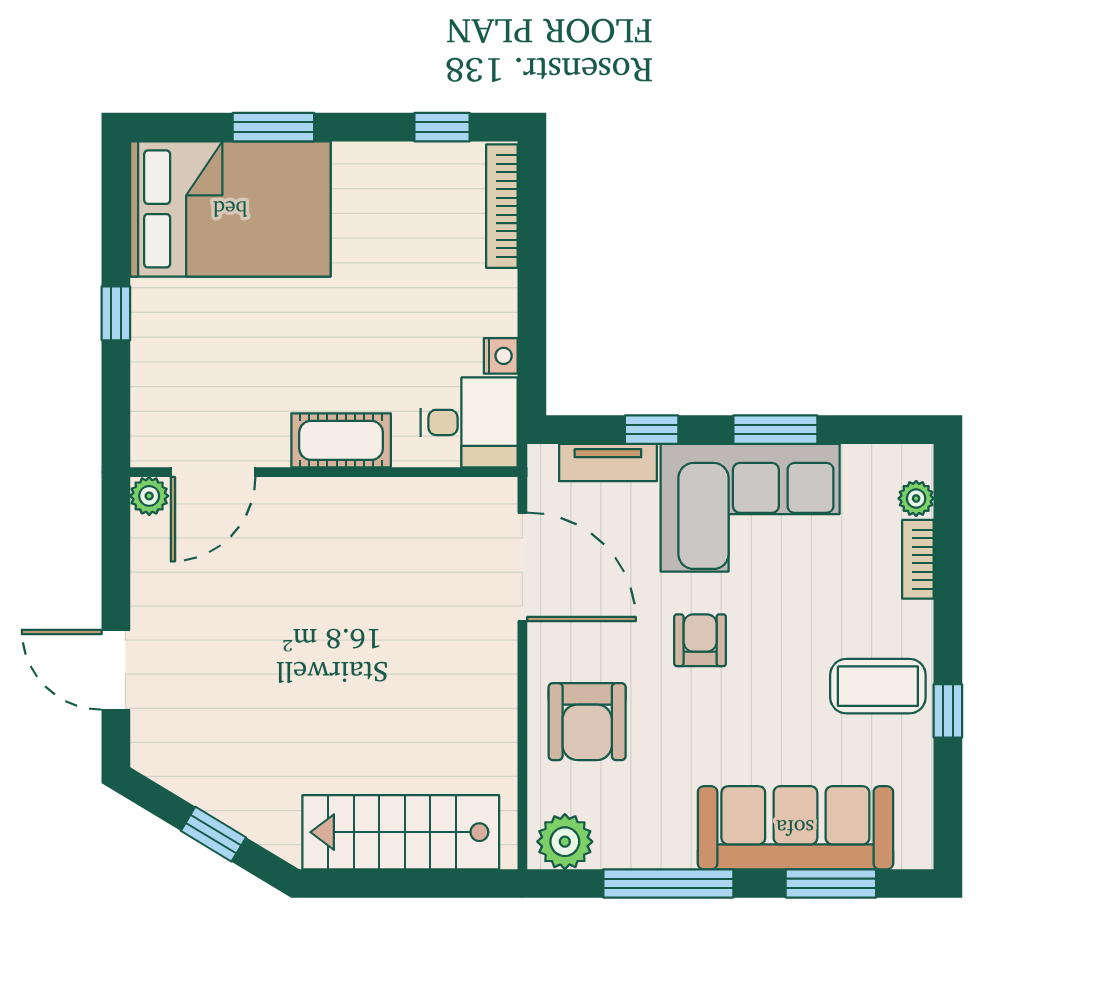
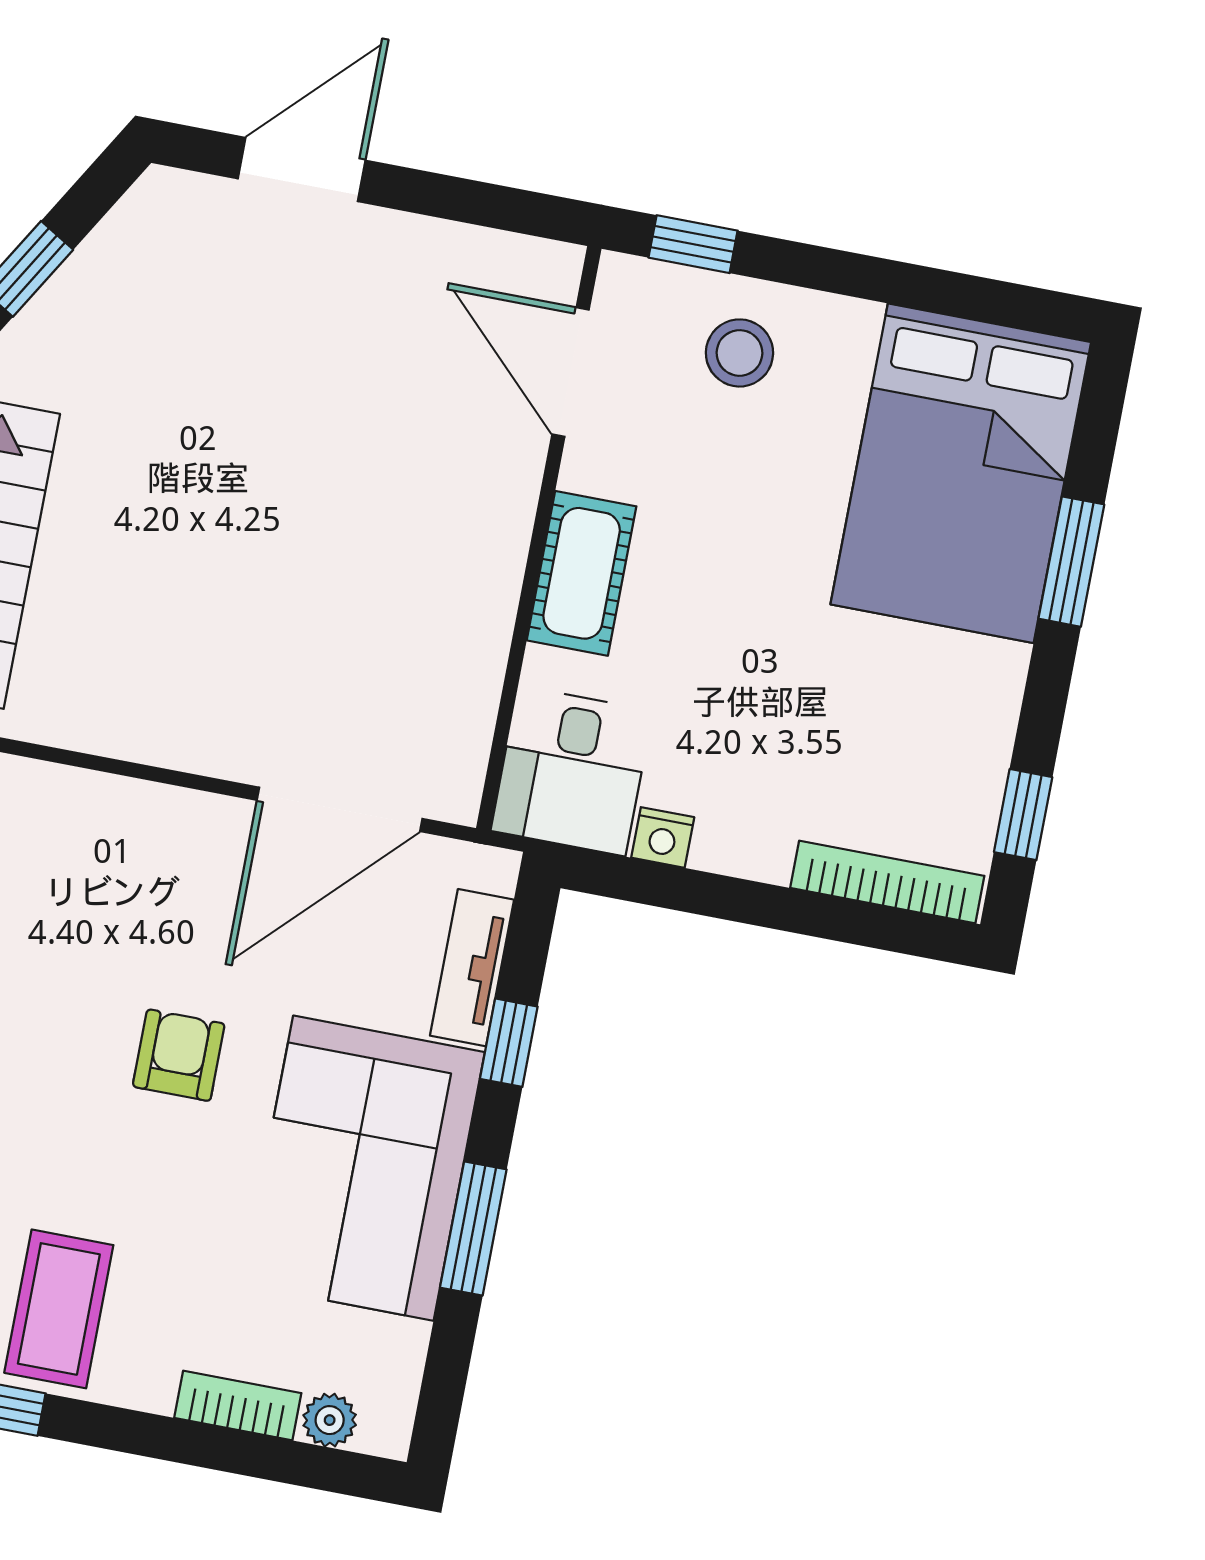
window: (116, 313) -> (693, 244), moved
stool: (180, 366) -> (739, 353), added
plant: (149, 496) -> (553, 269), removed
armchair: (700, 640) -> (179, 1055), turned -90
armchair: (587, 722) -> (89, 862), removed

